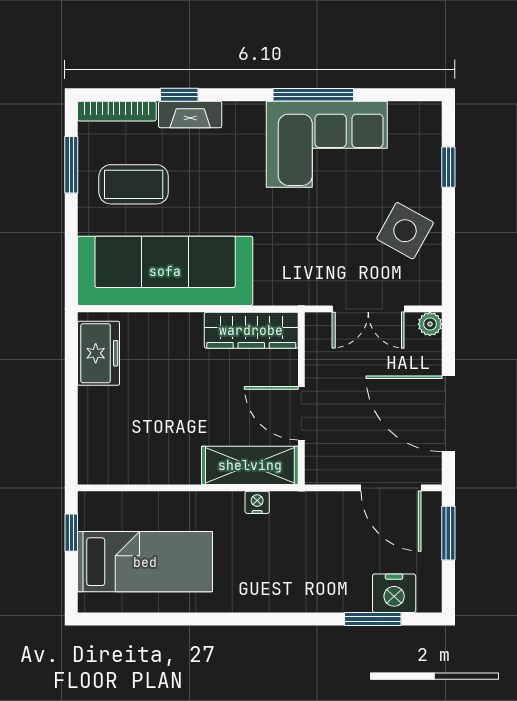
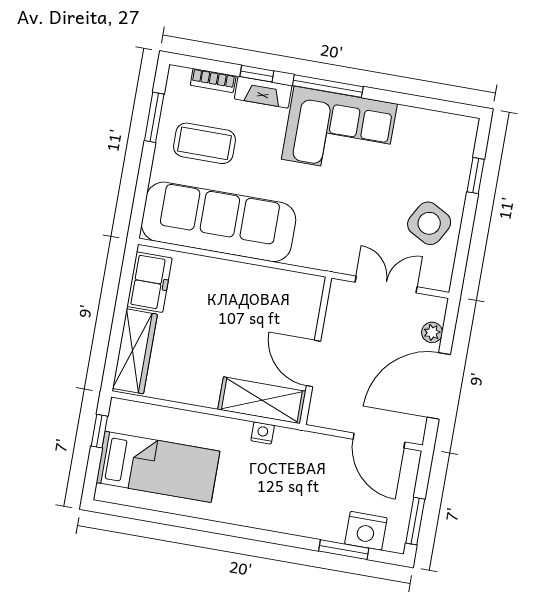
window: (313, 95) -> (328, 86), moved
bookcase: (117, 111) -> (213, 81), width x0.64
corner sofa: (327, 144) -> (339, 132), moved
double door: (368, 309) -> (386, 284), swing flipped
plant: (430, 324) -> (432, 332), moved
wardrobe: (251, 330) -> (135, 351), moved, turned -90
door: (448, 414) -> (439, 386), hinge flipped
window: (448, 533) -> (415, 521), moved

